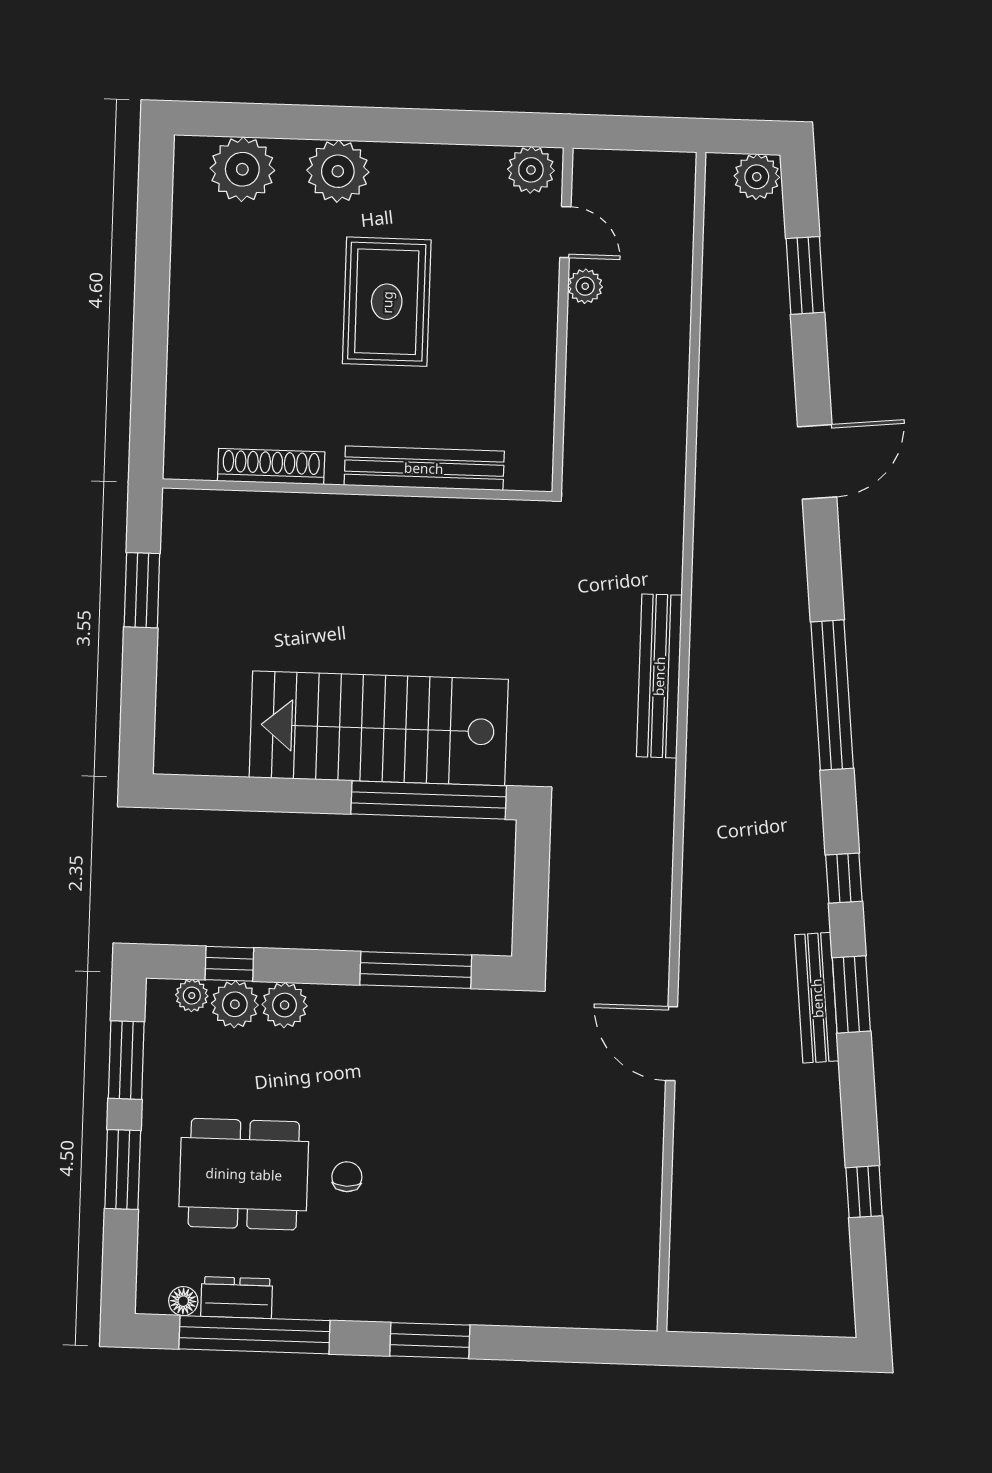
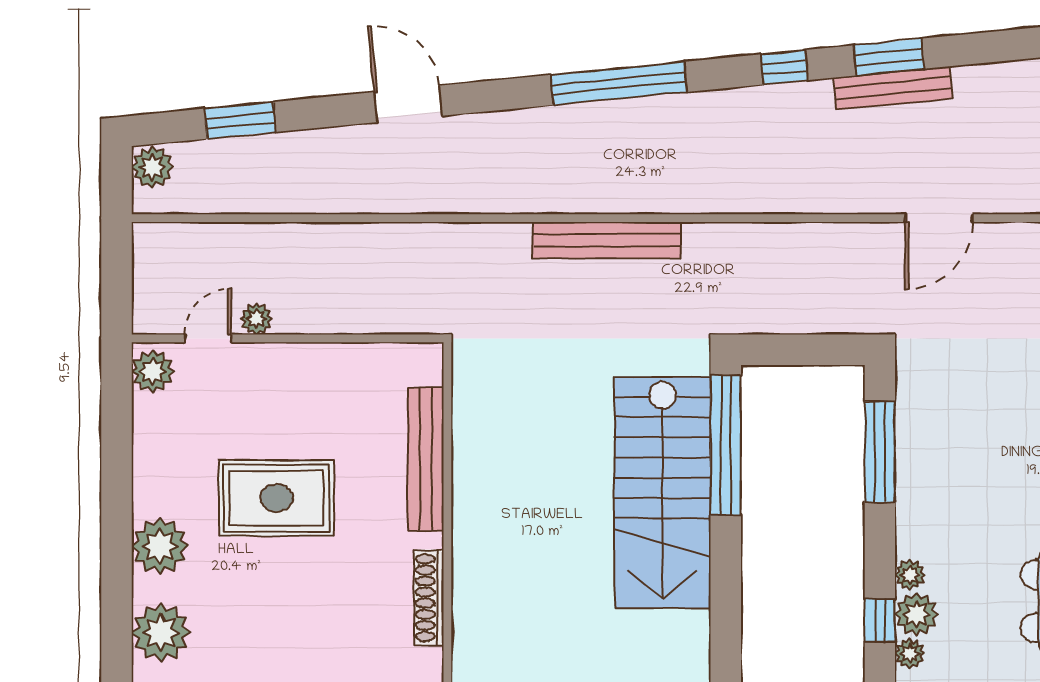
plant: (285, 1005) -> (910, 575), width x0.73, depth x0.73

